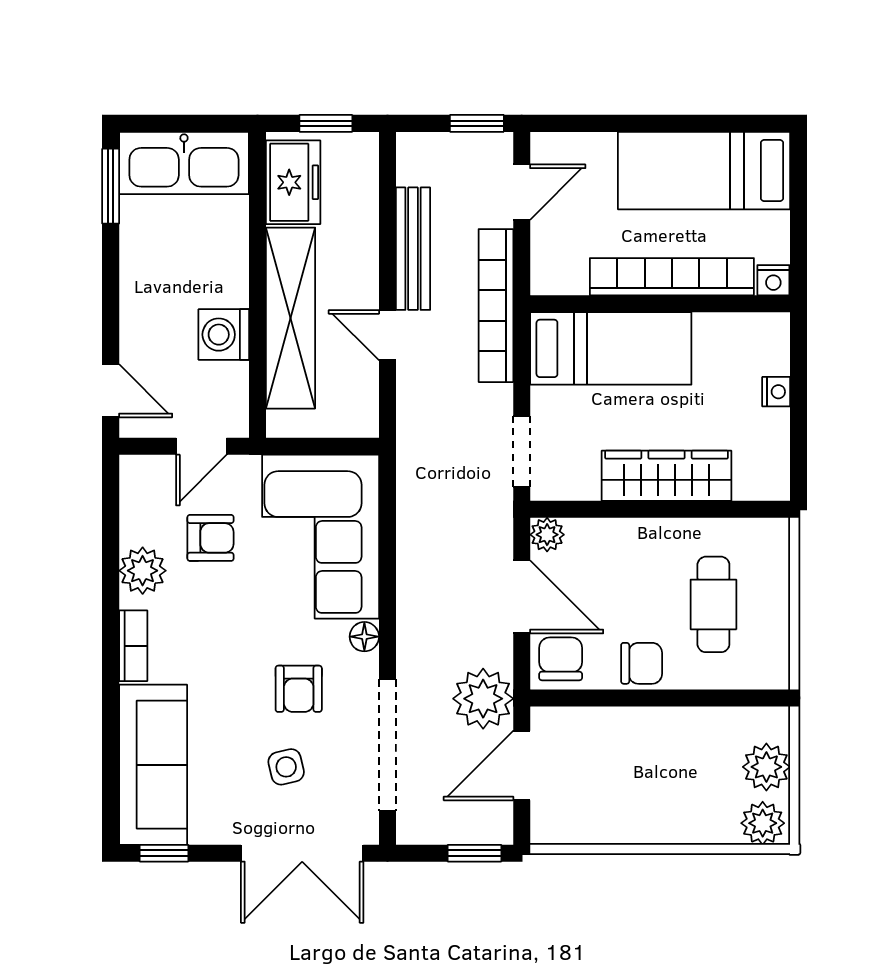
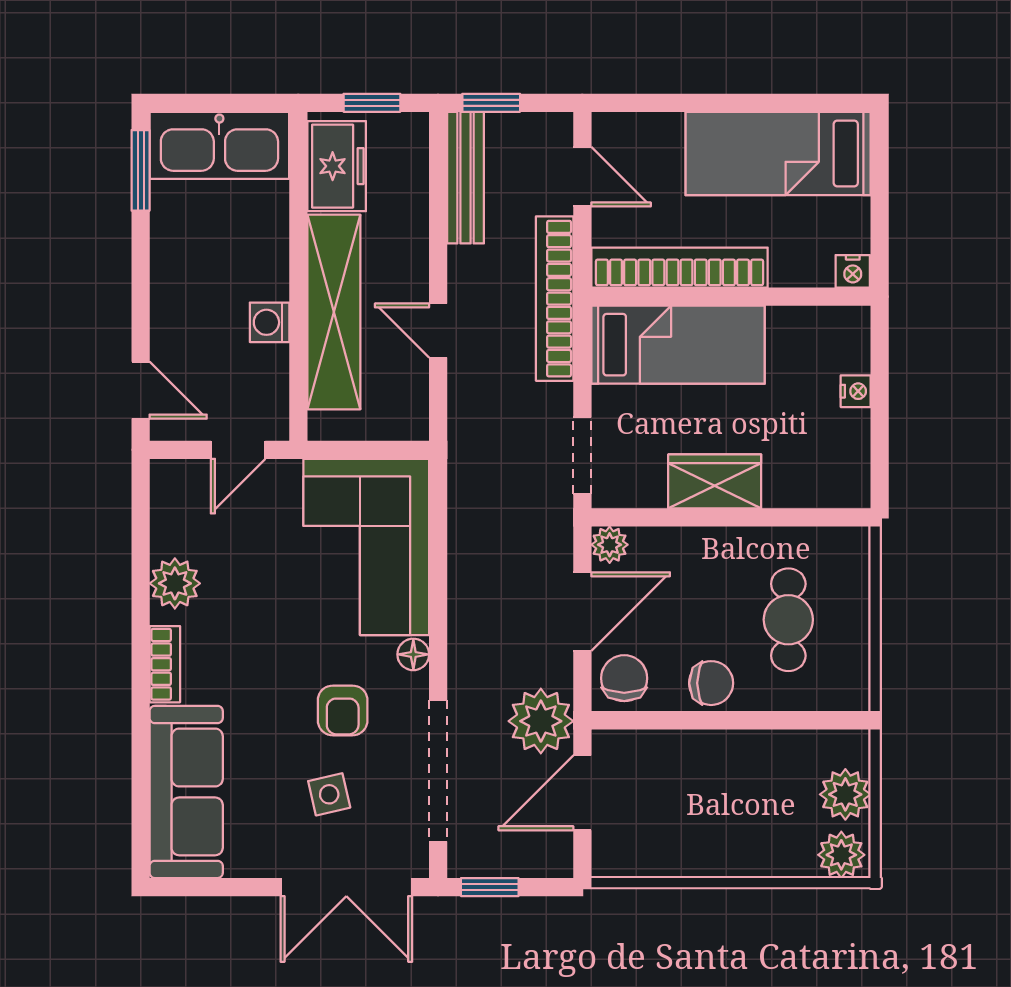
window: (477, 123) -> (491, 103), moved
door: (522, 192) -> (582, 177), hinge flipped
bench: (413, 249) -> (466, 178), moved
bookcase: (672, 277) -> (680, 268), moved
washing machine: (224, 335) -> (270, 322), width x0.73, depth x0.73
wardrobe: (667, 476) -> (715, 481), width x0.67
armchair: (211, 538) -> (248, 548), removed
door: (522, 597) -> (582, 612), hinge flipped
window: (164, 853) -> (198, 887), removed
window: (474, 853) -> (490, 887), moved

